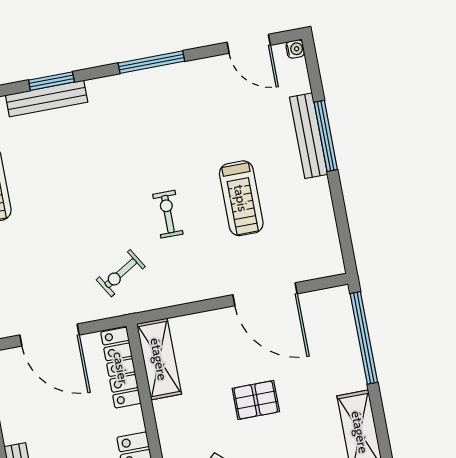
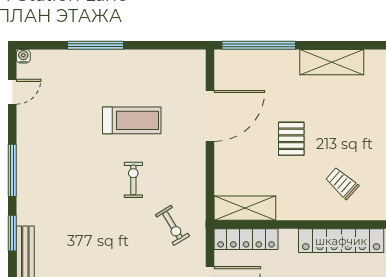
door: (249, 44) -> (12, 92), width x0.73
window: (51, 81) -> (12, 233), moved
bench: (309, 136) -> (93, 59), removed
exercise bike: (168, 214) -> (133, 180), turned 90

